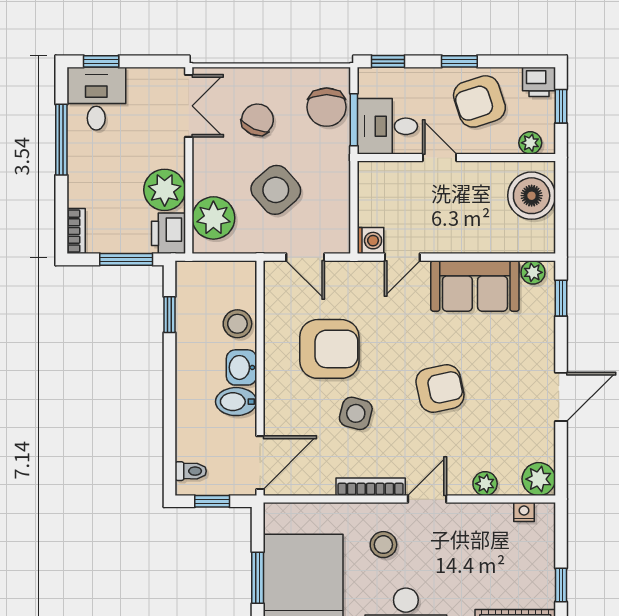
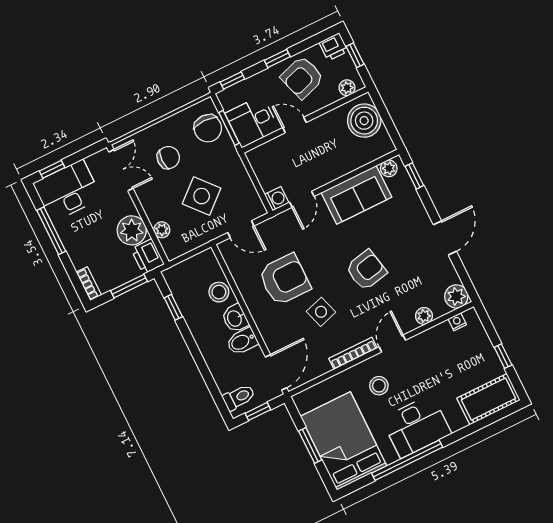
desk: (96, 99) -> (67, 191), width x1.37
chair: (257, 120) -> (168, 158), turned 66
plant: (213, 218) -> (162, 230), width x0.53, depth x0.53
side table: (356, 413) -> (321, 312), turned -32
toilet: (191, 471) -> (239, 397), width x1.37, depth x1.39

